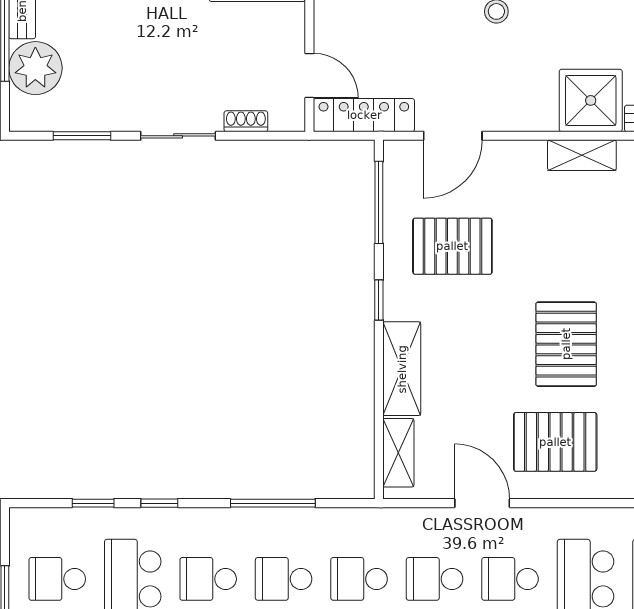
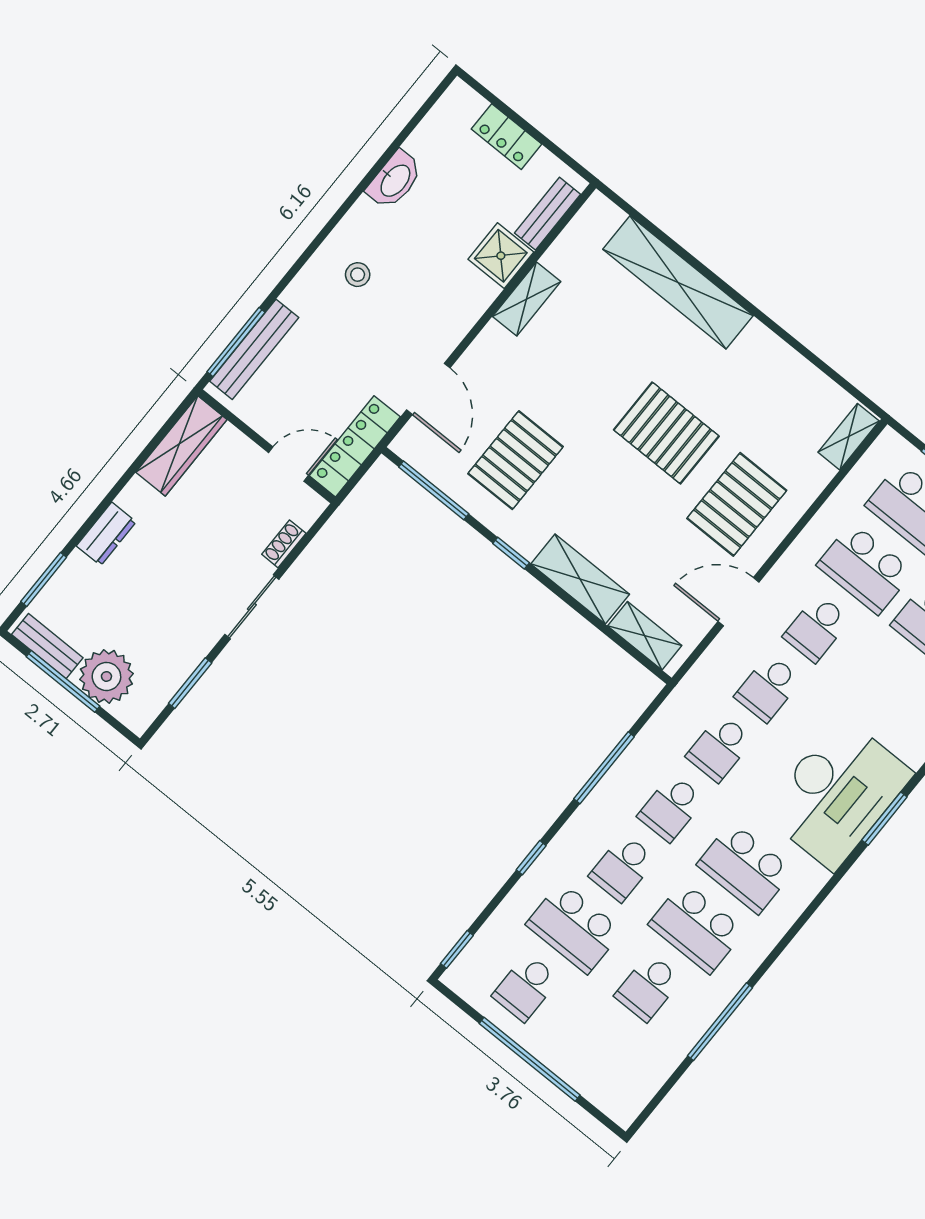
shower: (591, 100) -> (501, 256), width x0.73, depth x0.73
window: (93, 503) -> (457, 949), moved

